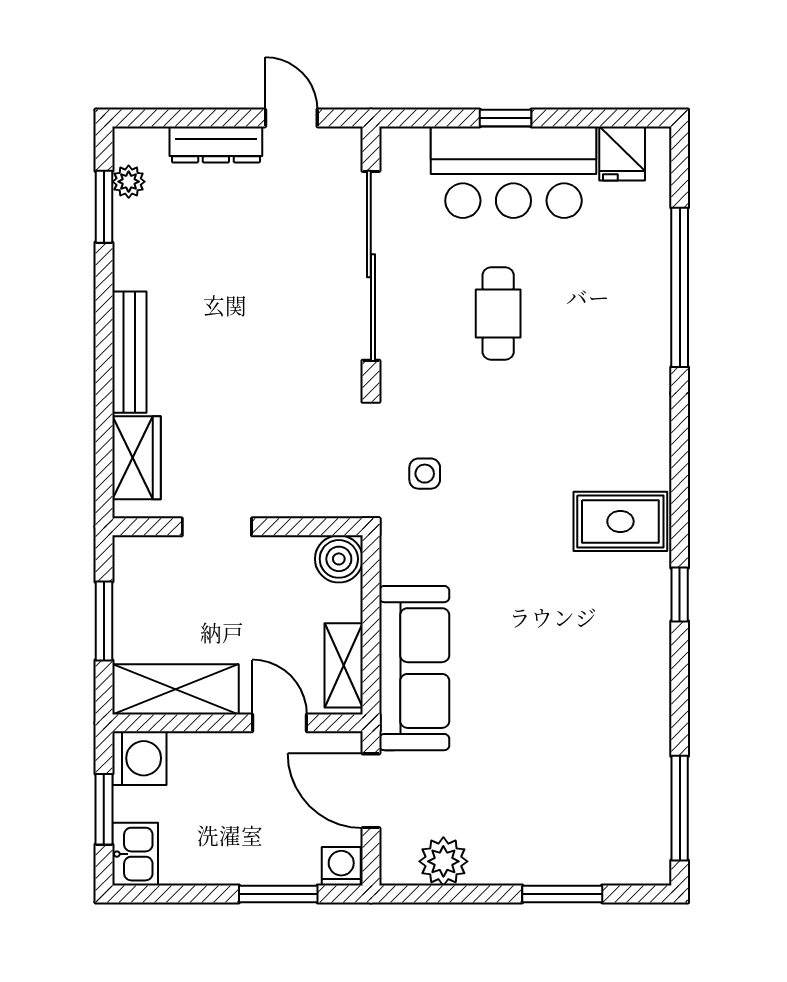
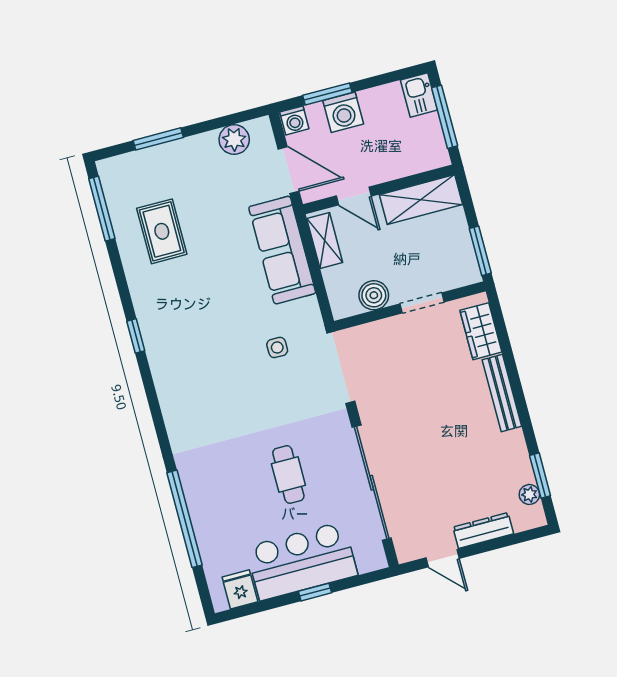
side table: (425, 474) -> (277, 347), moved
rug: (620, 521) -> (162, 231), moved, turned 90
boiler: (339, 559) -> (374, 295), moved
window: (104, 621) -> (480, 251), moved
washing machine: (139, 758) -> (343, 112), moved, turned -90
window: (104, 809) -> (445, 117), width x1.44

